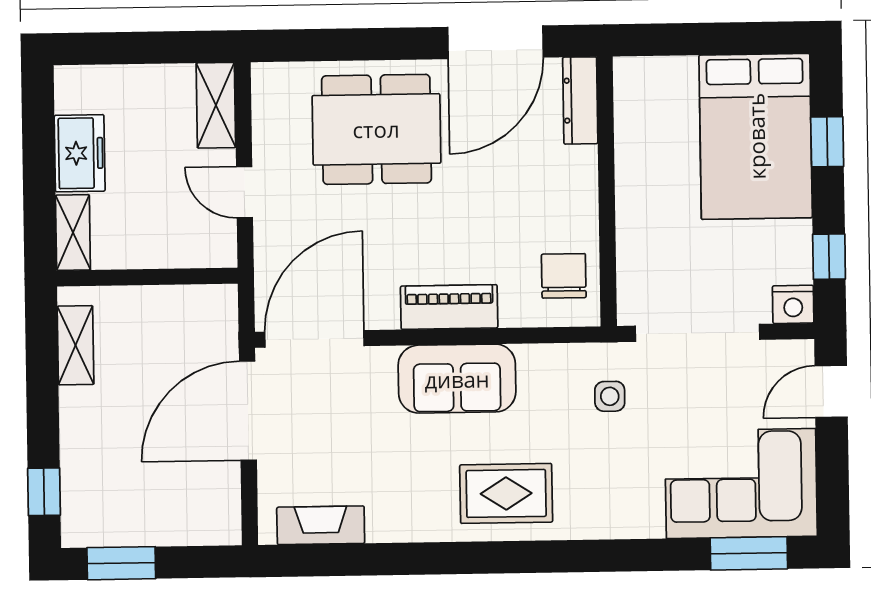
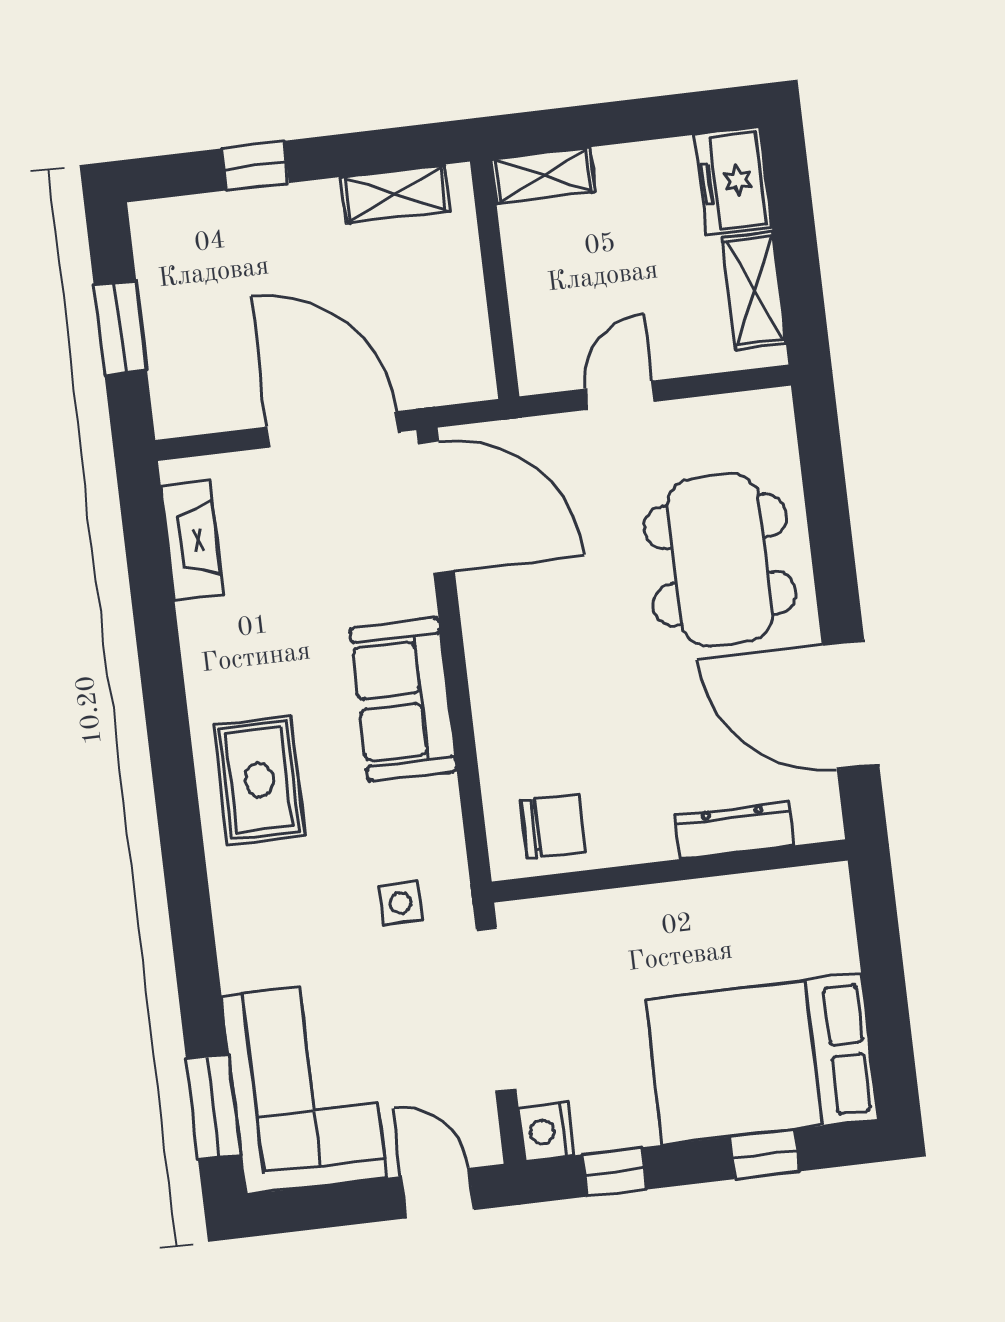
dresser: (580, 100) -> (734, 830), moved
shelving: (216, 105) -> (754, 290), moved, turned 90
freezer: (80, 153) -> (734, 181), moved, turned 90
piano: (449, 307) -> (496, 680), removed
window: (44, 492) -> (255, 166), moved
window: (121, 563) -> (120, 328), moved

